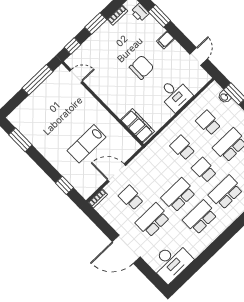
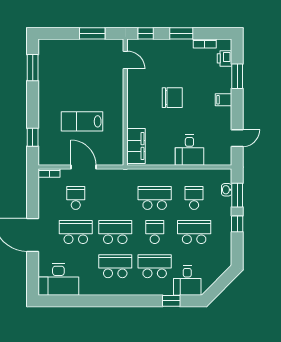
chair: (142, 67) -> (172, 98), moved
window: (38, 80) -> (92, 33), width x0.69
school desk: (183, 148) -> (155, 198), width x1.85

